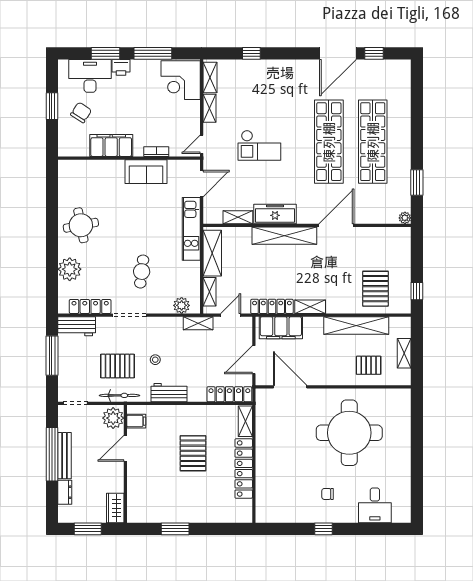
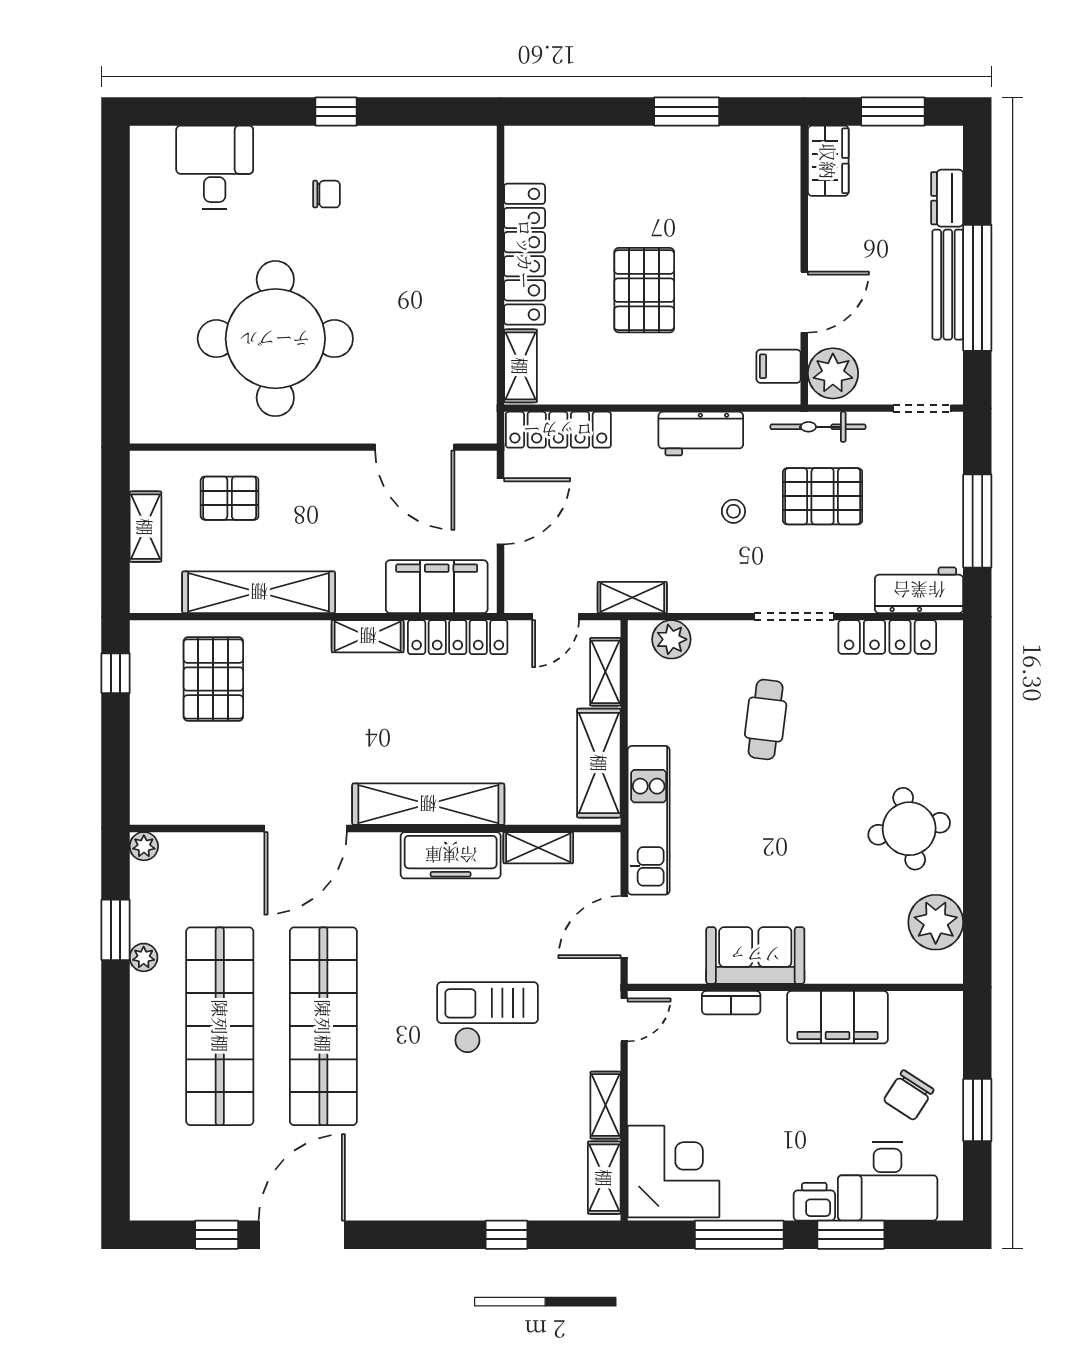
plant: (405, 171) -> (144, 957), added
plant: (70, 269) -> (936, 922), moved

